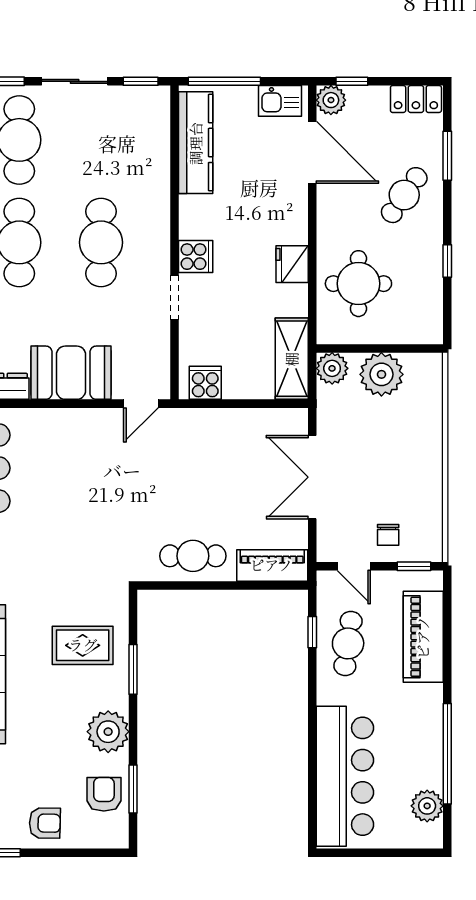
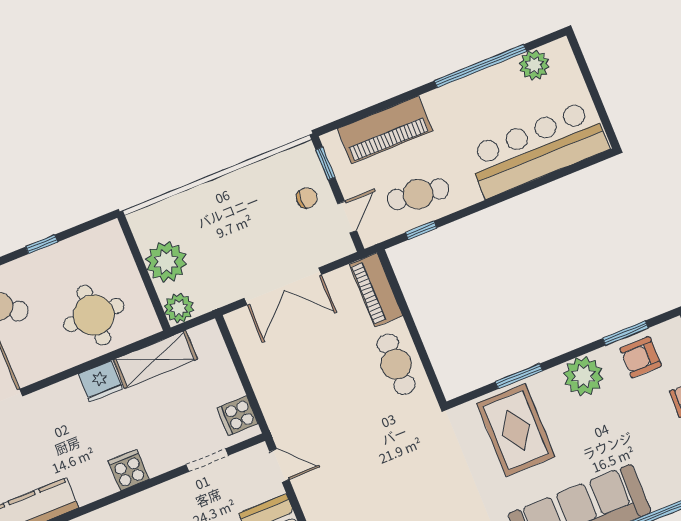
doorway: (174, 297) -> (207, 460), moved
shelving: (292, 359) -> (155, 359), moved
rug: (83, 645) -> (516, 430), width x1.36, depth x1.43

